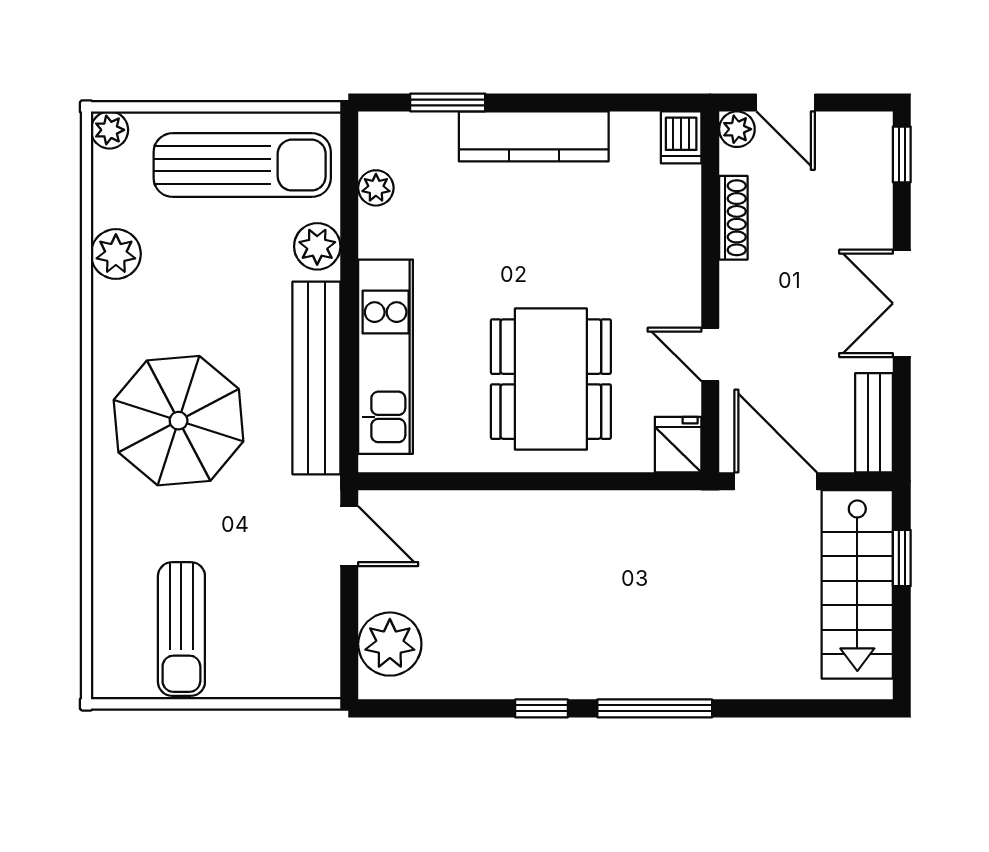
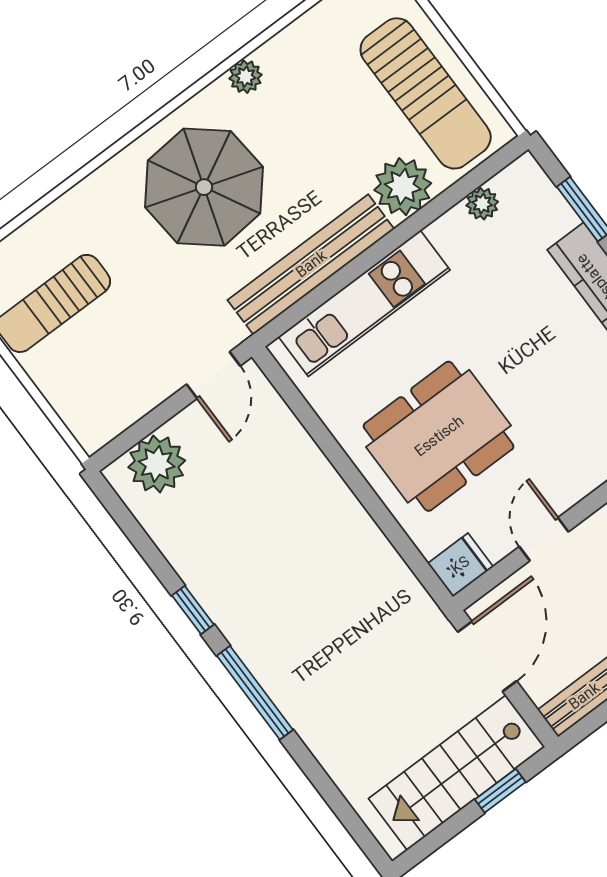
plant: (317, 246) -> (403, 187), width x1.36, depth x1.36
plant: (116, 254) -> (245, 77), moved, width x0.73, depth x0.73

